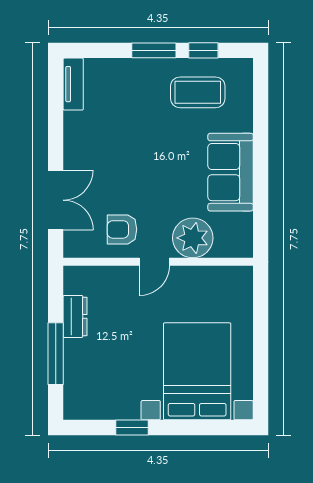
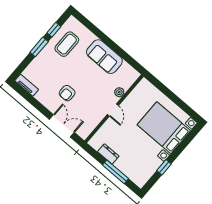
armchair: (122, 229) -> (67, 93), moved
plant: (193, 238) -> (119, 92), width x0.53, depth x0.53

